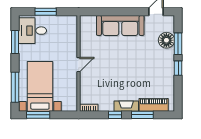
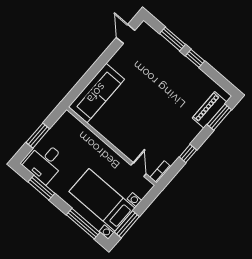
sofa: (120, 25) -> (96, 93), moved
floor lamp: (166, 40) -> (160, 47), removed
door: (79, 65) -> (139, 169), moved
fireplace: (126, 106) -> (189, 136), removed
window: (142, 115) -> (219, 117), moved

